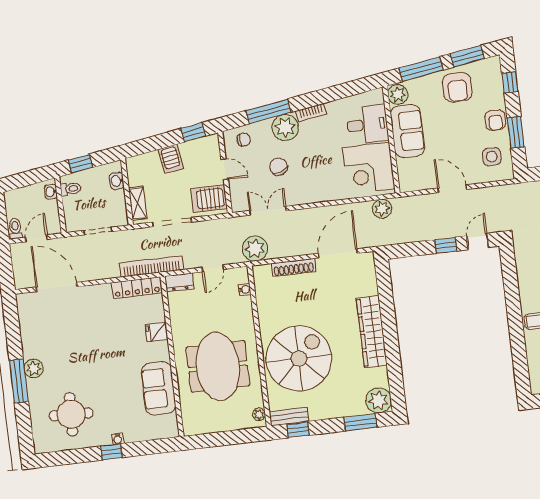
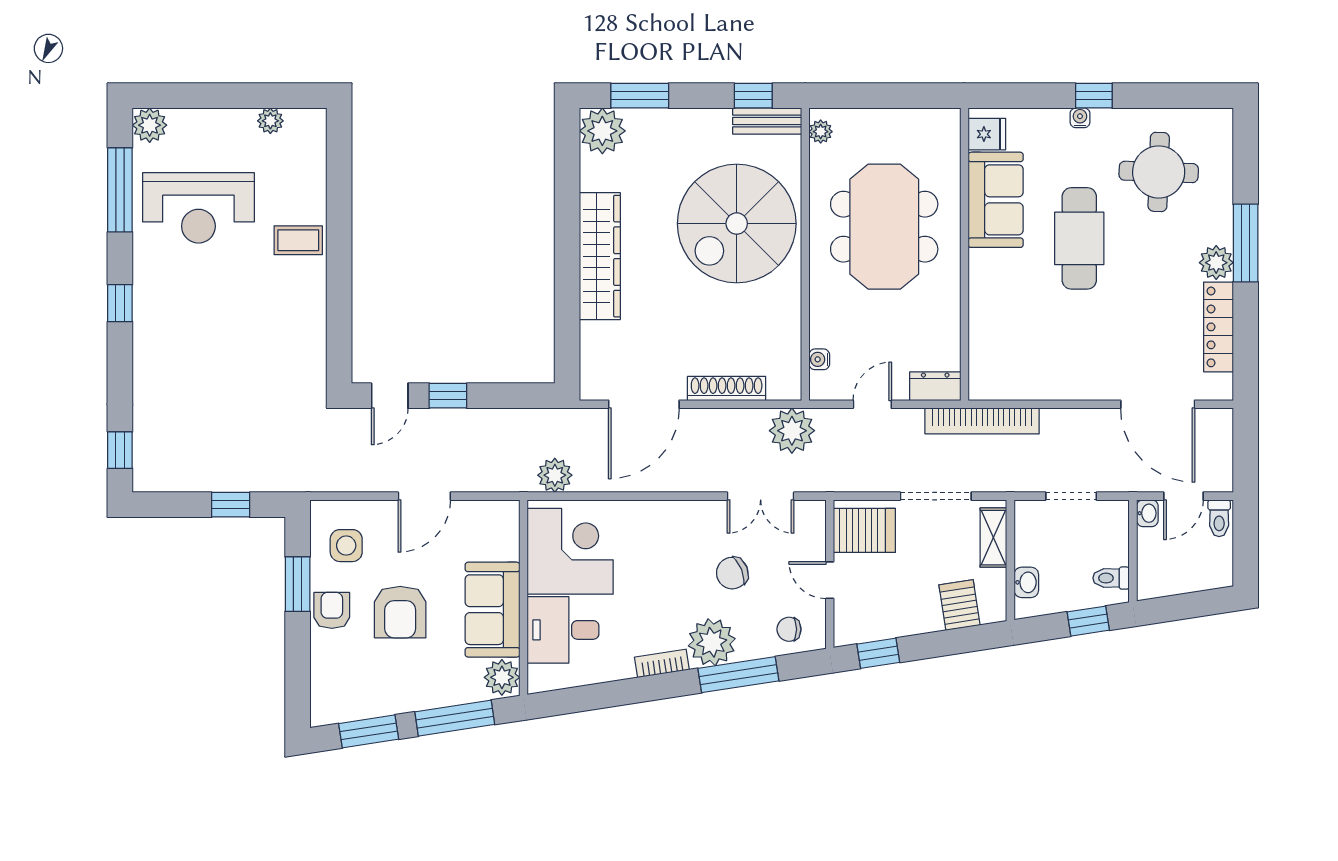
window: (510, 82) -> (298, 675), removed
armchair: (457, 87) -> (400, 612), moved, turned 180
server rack: (171, 159) -> (959, 605), moved
chair: (278, 167) -> (732, 573), turned 89
door: (452, 189) -> (424, 496), hinge flipped
washbasin: (51, 192) -> (1147, 513), moved
locker: (137, 288) -> (1218, 327), moved, turned -90
fridge: (157, 332) -> (987, 134), moved
cafe table: (110, 373) -> (1079, 238), added

